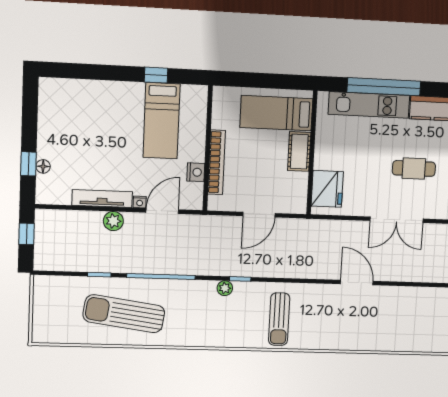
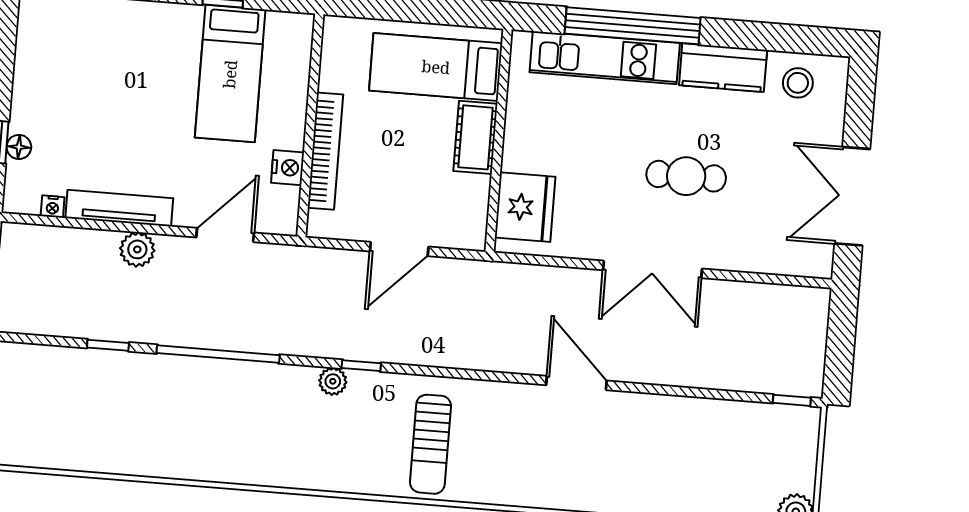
nightstand: (140, 202) -> (53, 207), moved
sun lounger: (124, 314) -> (149, 419), removed

